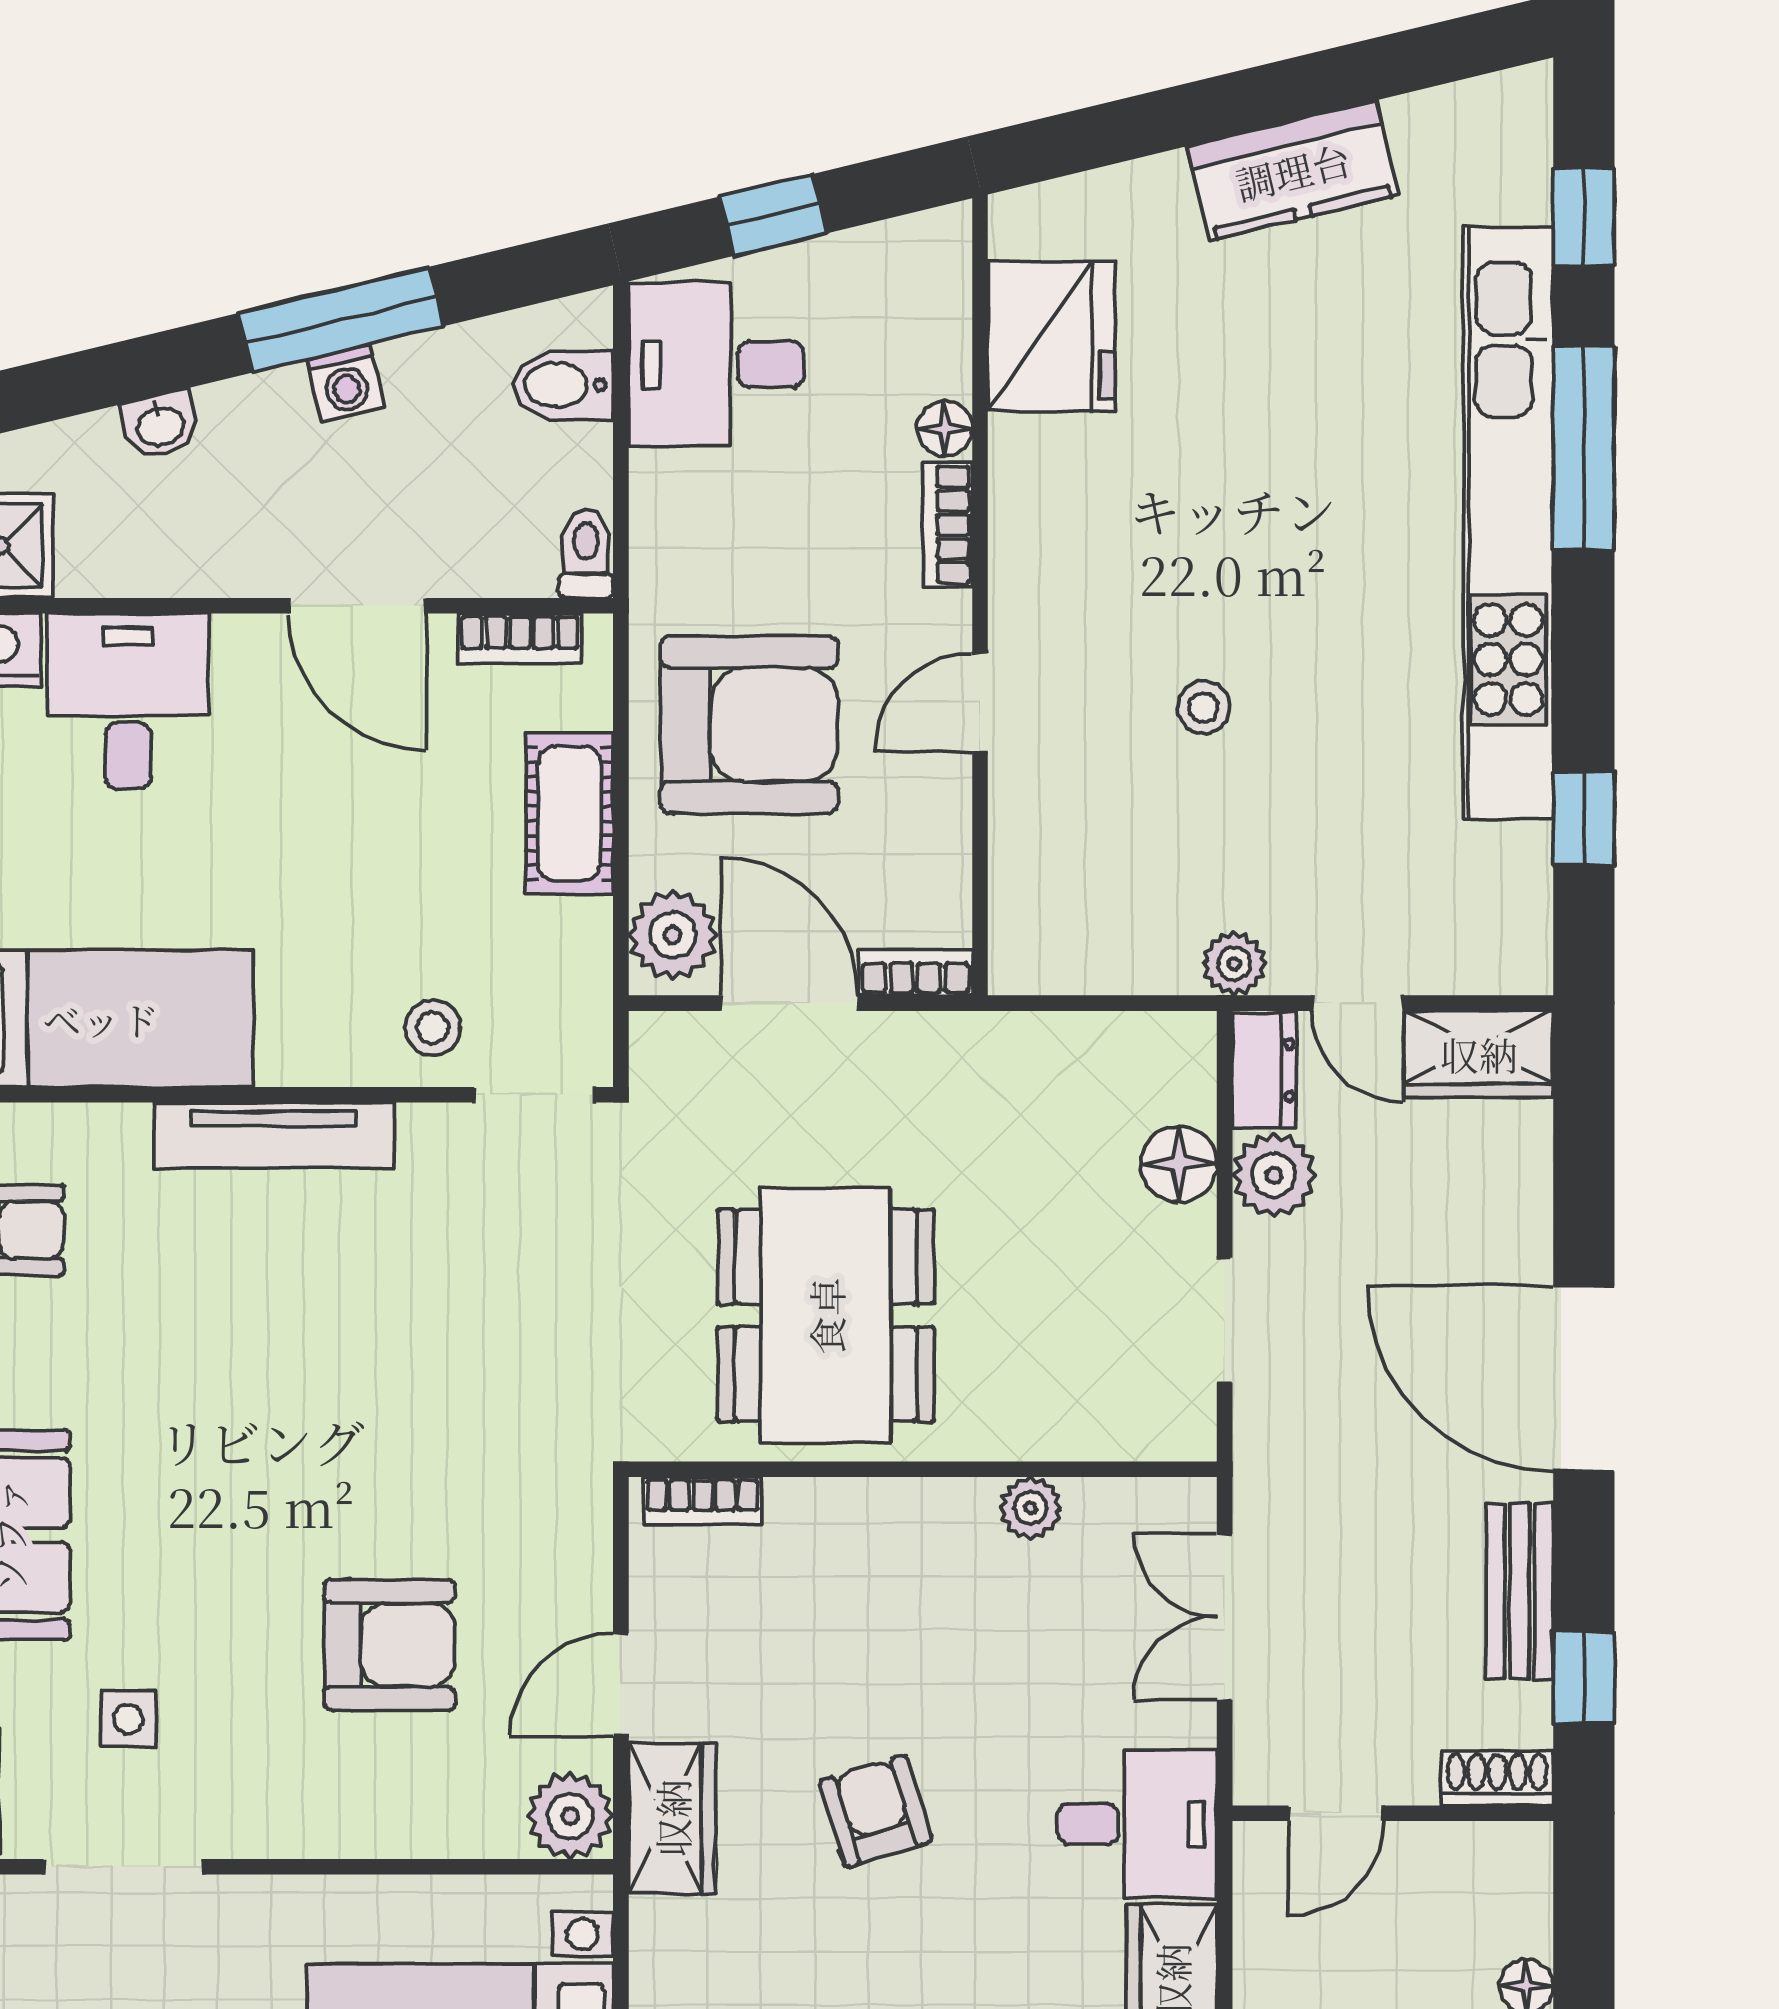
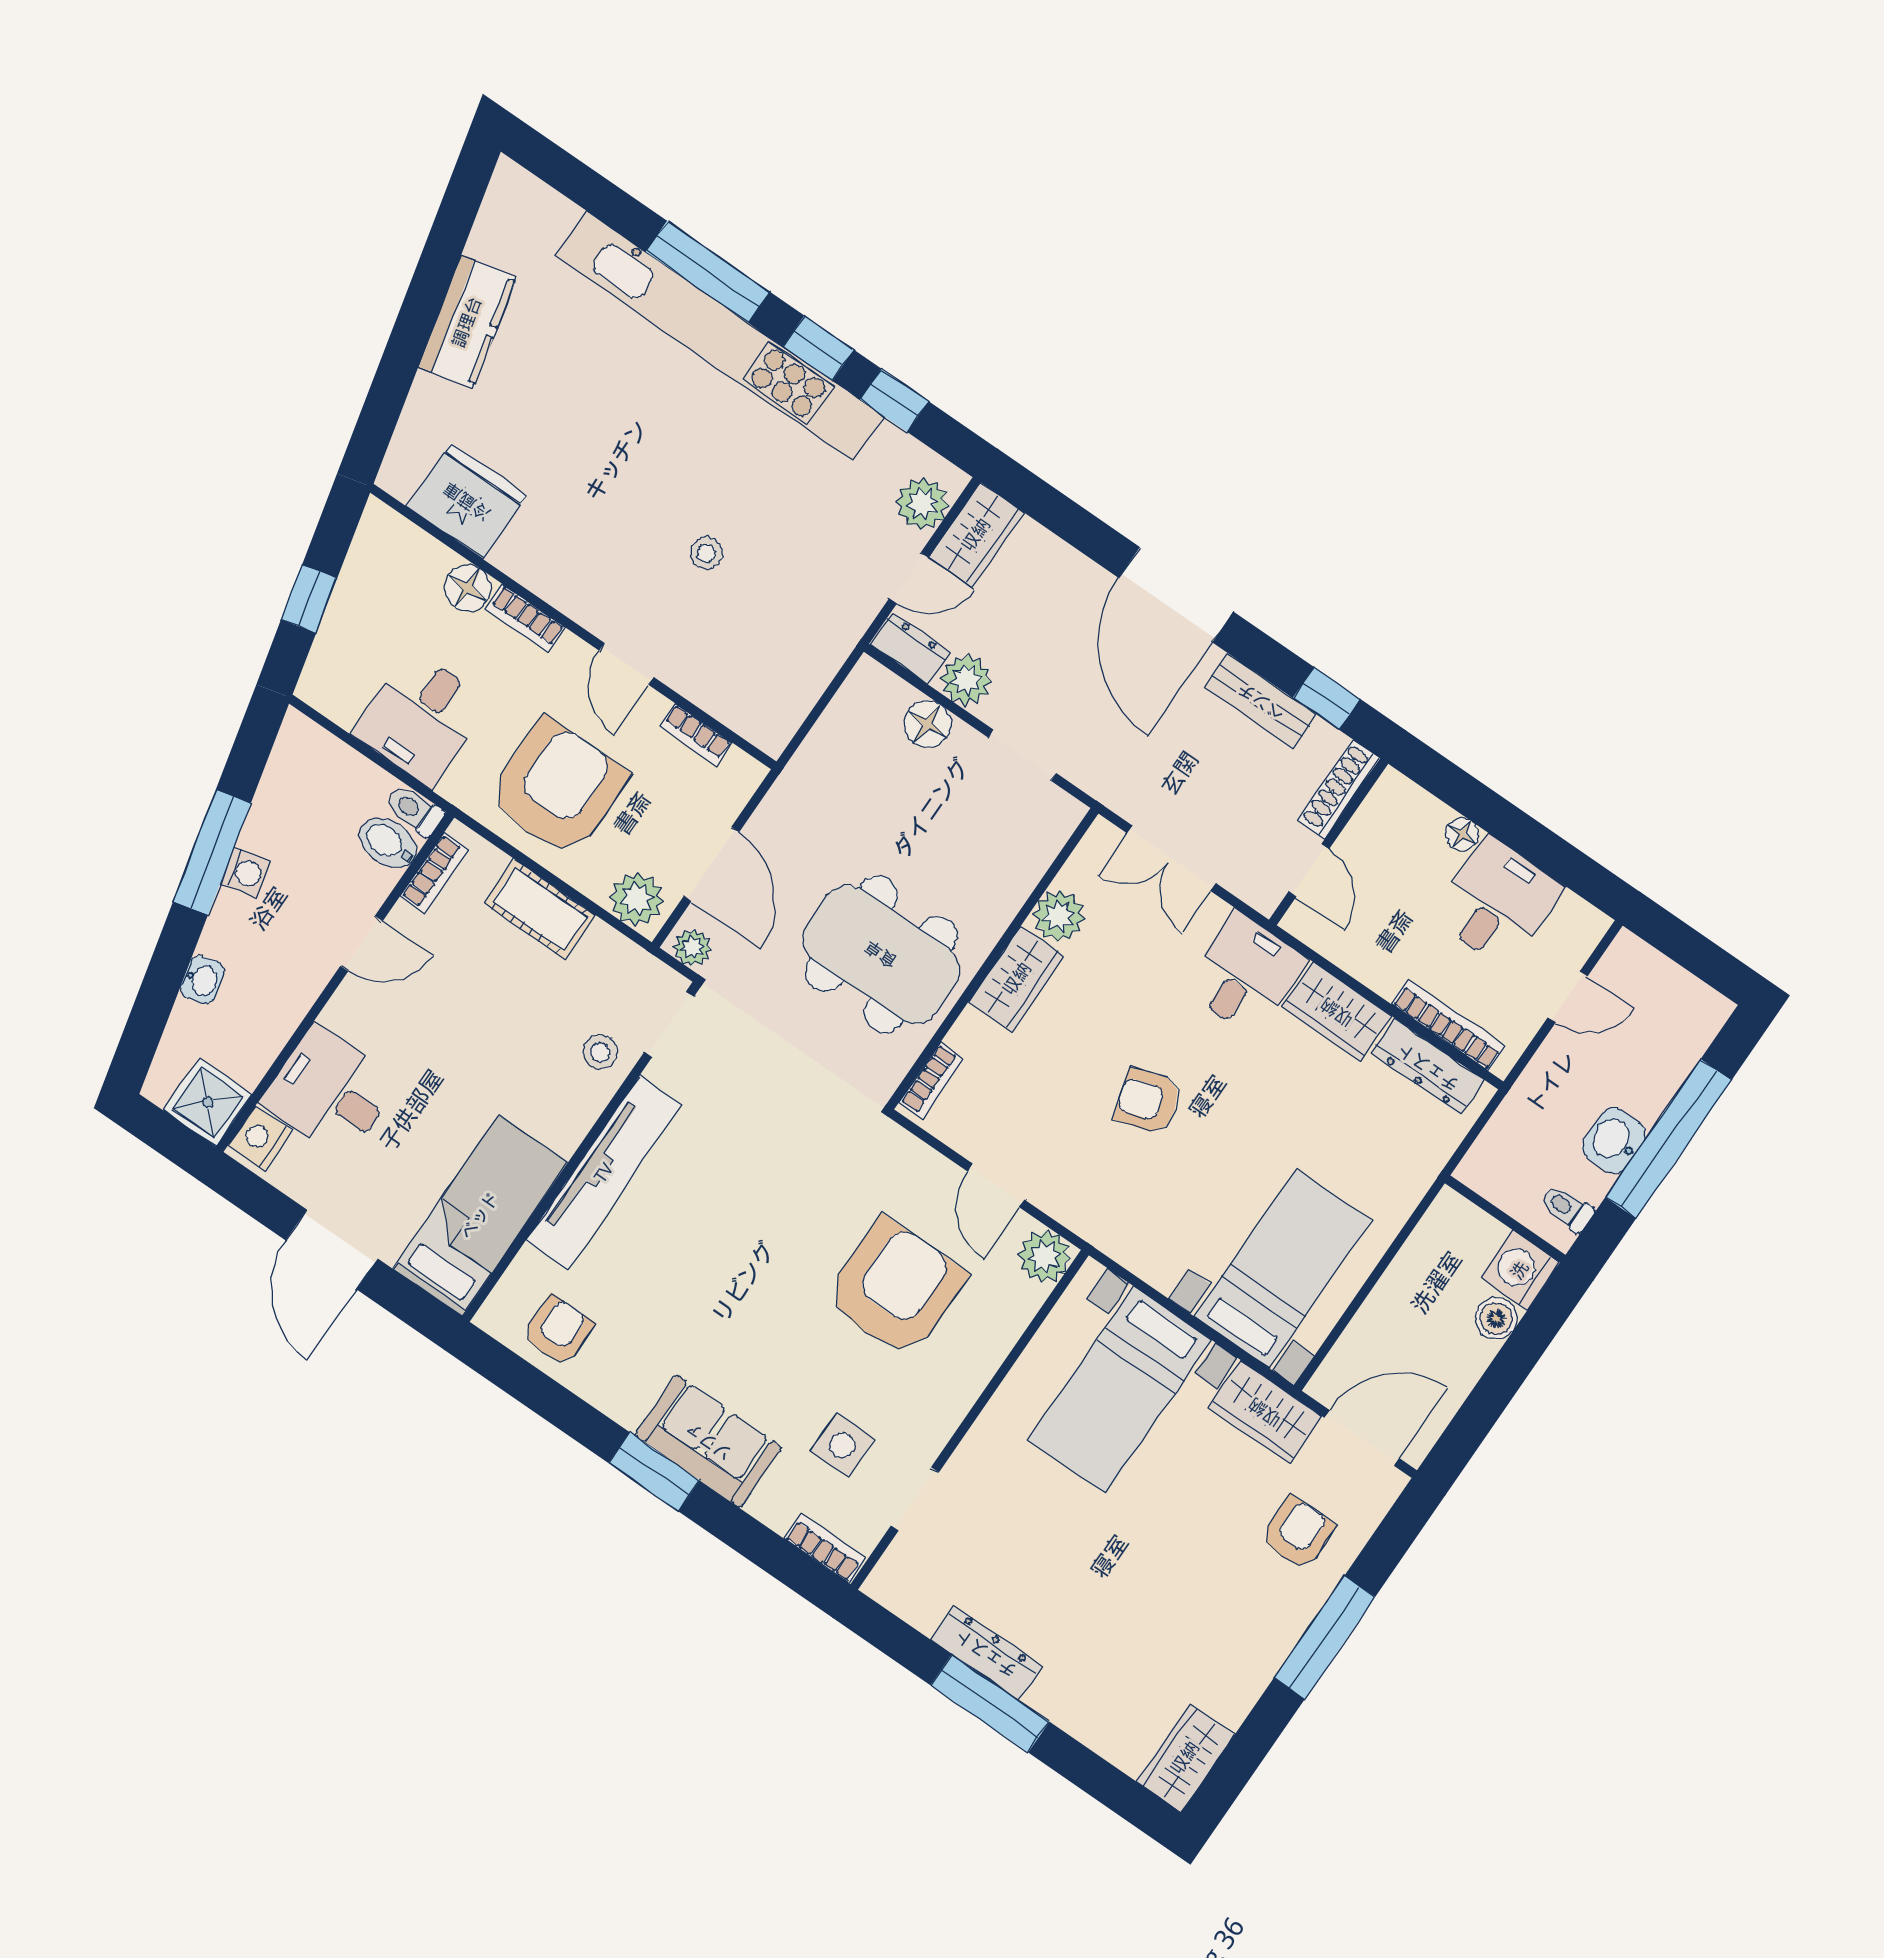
window: (1584, 217) -> (818, 348), moved
desk: (716, 364) -> (421, 718), moved
bidet: (563, 385) -> (388, 843), moved, turned 90
floor lamp: (945, 428) -> (468, 588), width x1.37, depth x1.37
door: (357, 606) -> (362, 944), width x0.73
plant: (1234, 964) -> (922, 504), moved, width x1.38, depth x1.38
bookcase: (915, 973) -> (696, 734), moved, turned -90
door: (789, 1003) -> (711, 864), swing flipped
plant: (659, 1056) -> (693, 948), added
tv unit: (274, 1135) -> (604, 1173), width x1.36, depth x1.29
door: (1584, 1379) -> (1176, 595), hinge flipped
plant: (1031, 1508) -> (1059, 916), width x1.38, depth x1.38
armchair: (389, 1645) -> (895, 1288), width x1.36, depth x1.36
side table: (128, 1719) -> (842, 1445), width x1.37, depth x1.37
shoe rack: (1497, 1778) -> (1339, 789), width x1.43
wardrobe: (672, 1818) -> (1017, 979), moved, turned 90
doorway: (123, 1867) -> (915, 1499), width x0.73

